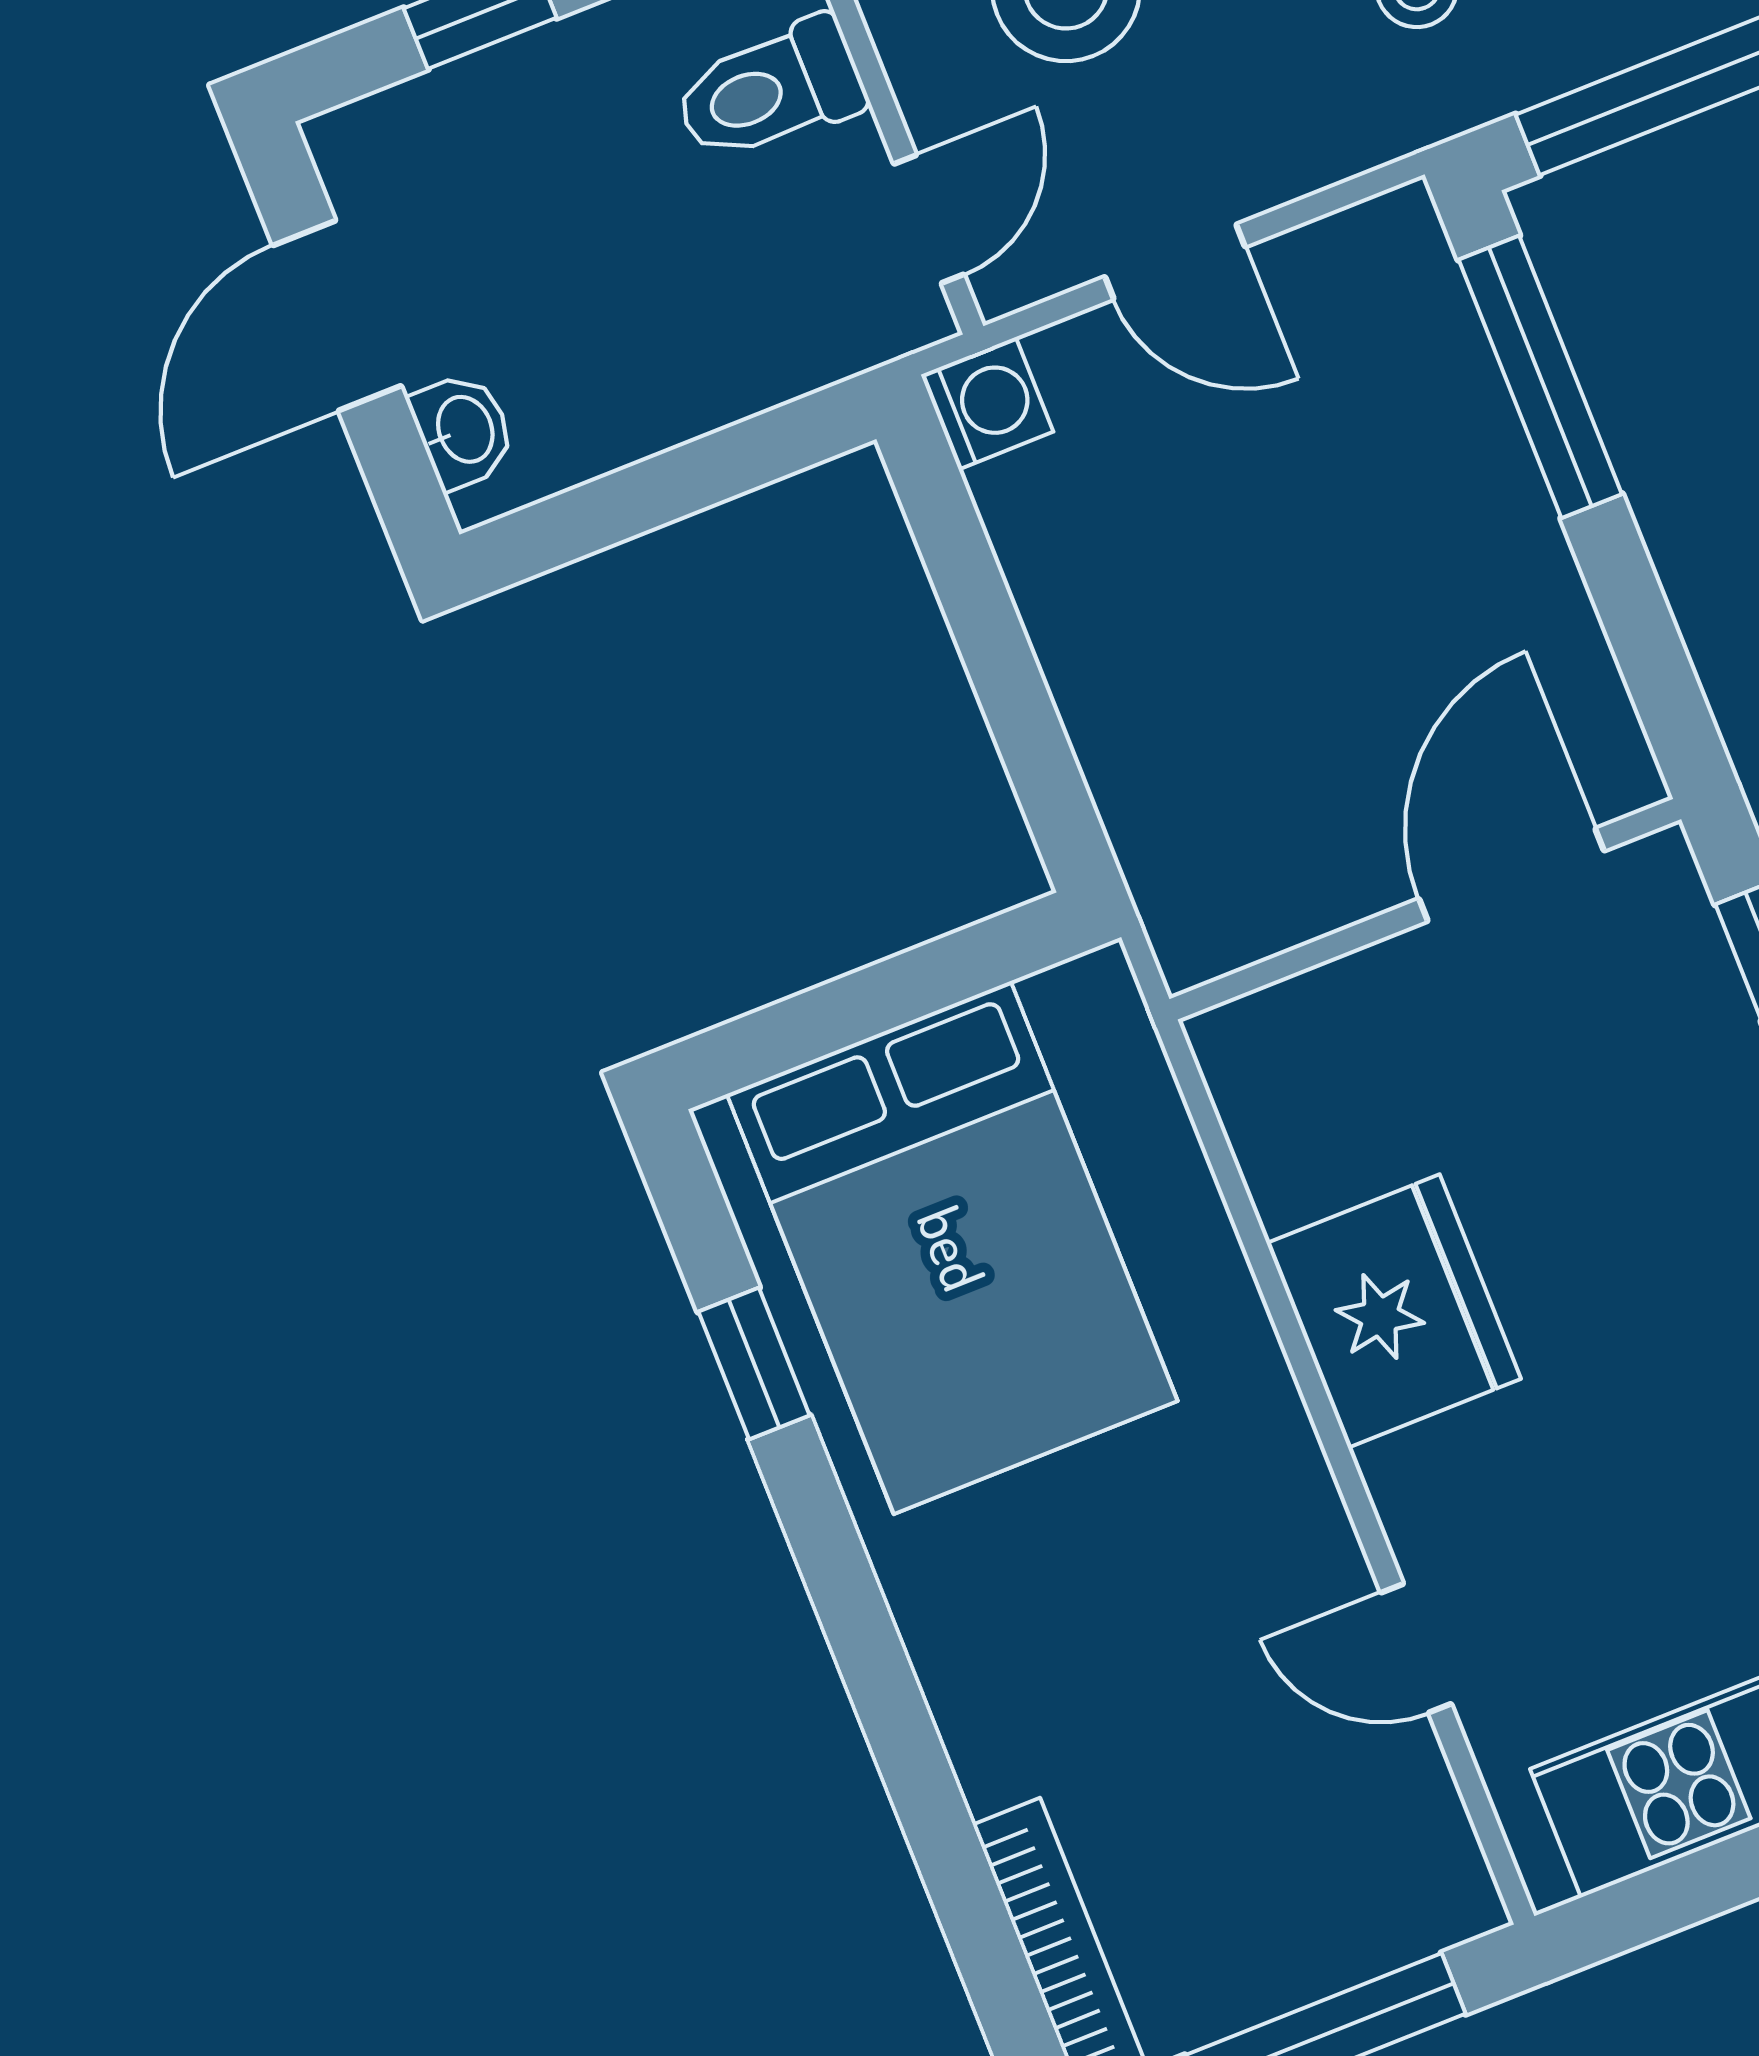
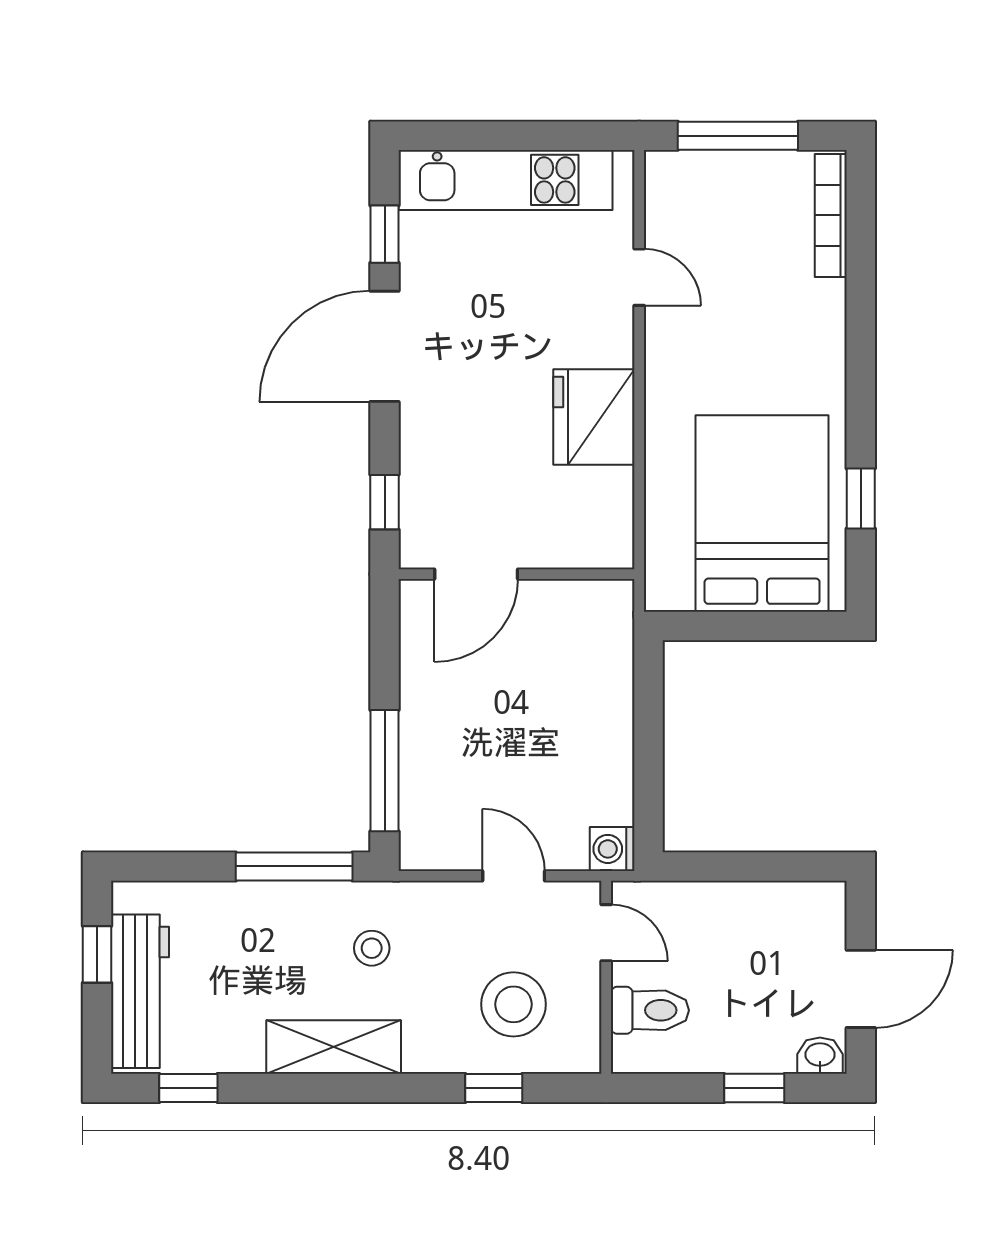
door: (929, 219) -> (606, 933), swing flipped
washbasin: (463, 430) -> (820, 1056), moved, turned 90

